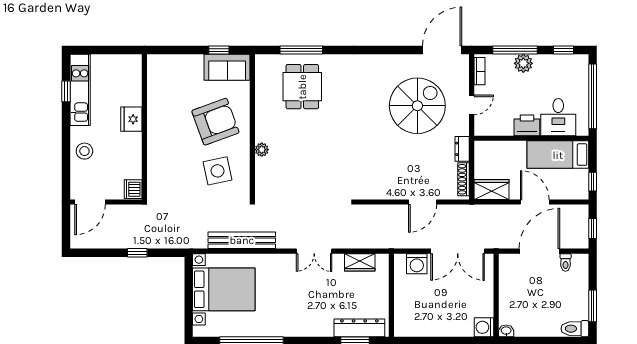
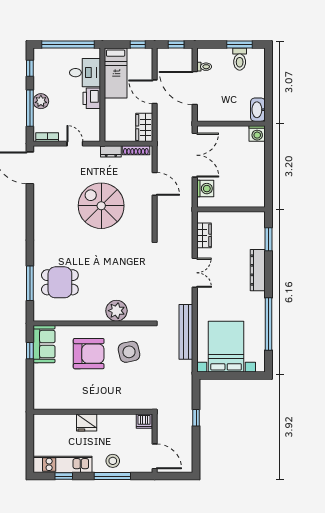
spiral stairs: (417, 106) -> (101, 206), moved
armchair: (215, 122) -> (89, 354), turned 110
plant: (262, 150) -> (116, 311), width x1.87, depth x1.87
window: (66, 151) -> (112, 476), added
door: (535, 202) -> (155, 92), hinge flipped
dresser: (359, 328) -> (258, 270), moved
toilet: (575, 329) -> (240, 59), moved
washbasin: (506, 331) -> (258, 110), width x1.91, depth x1.45

